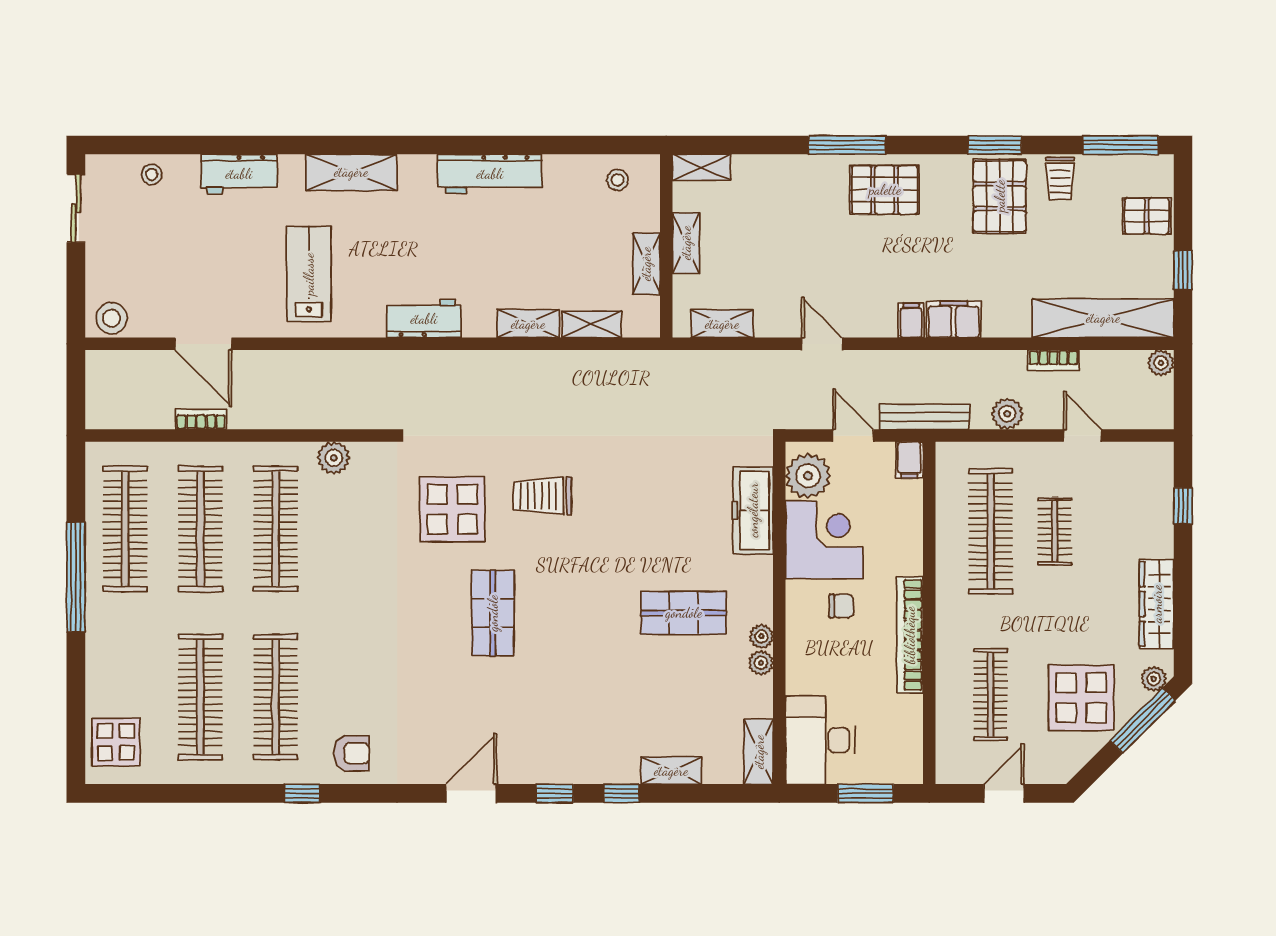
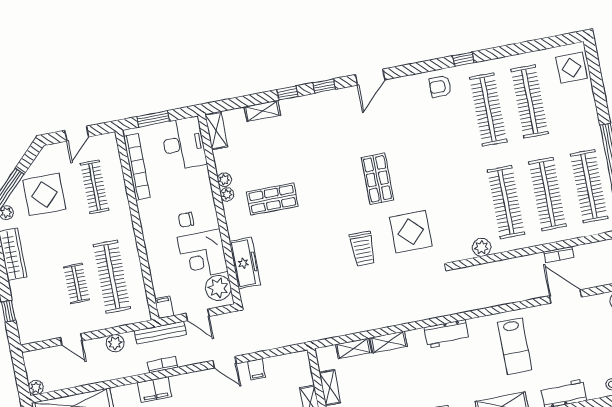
filing cabinet: (911, 321) -> (256, 369), moved
shelving: (722, 324) -> (282, 363), removed
bookcase: (1053, 360) -> (163, 365), moved
trolley: (542, 496) -> (363, 249), turned 90
bookcase: (910, 635) -> (137, 167), moved

